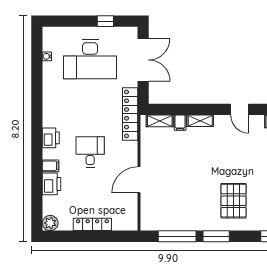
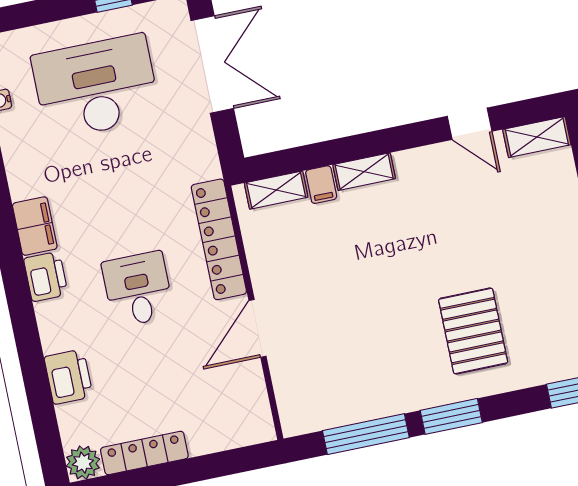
desk: (90, 59) -> (96, 87), turned 180
door: (240, 109) -> (470, 124), moved
locker: (130, 114) -> (219, 239), moved
filing cabinet: (51, 166) -> (35, 226), moved, width x2.00
locker: (92, 224) -> (144, 453), moved

